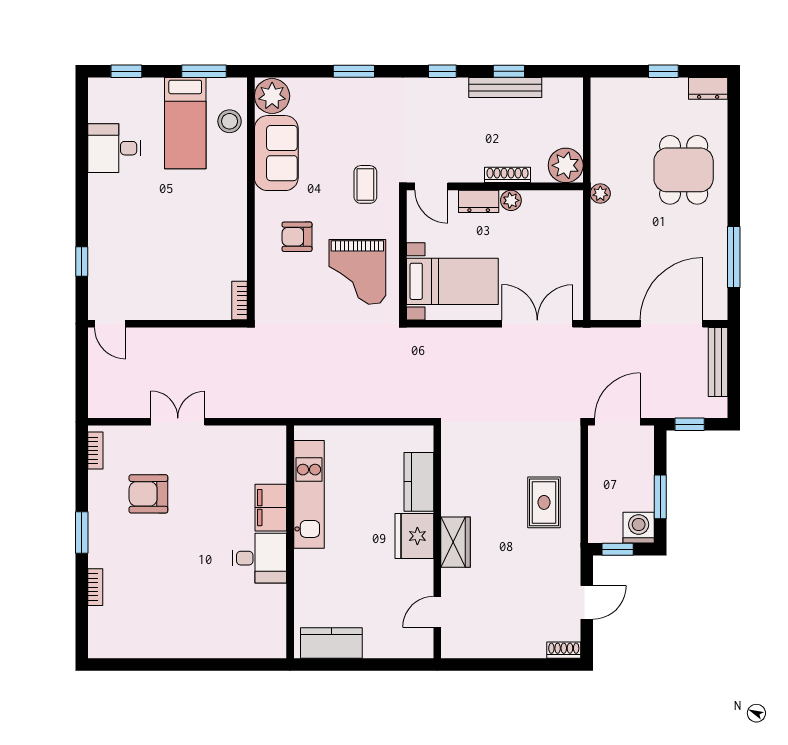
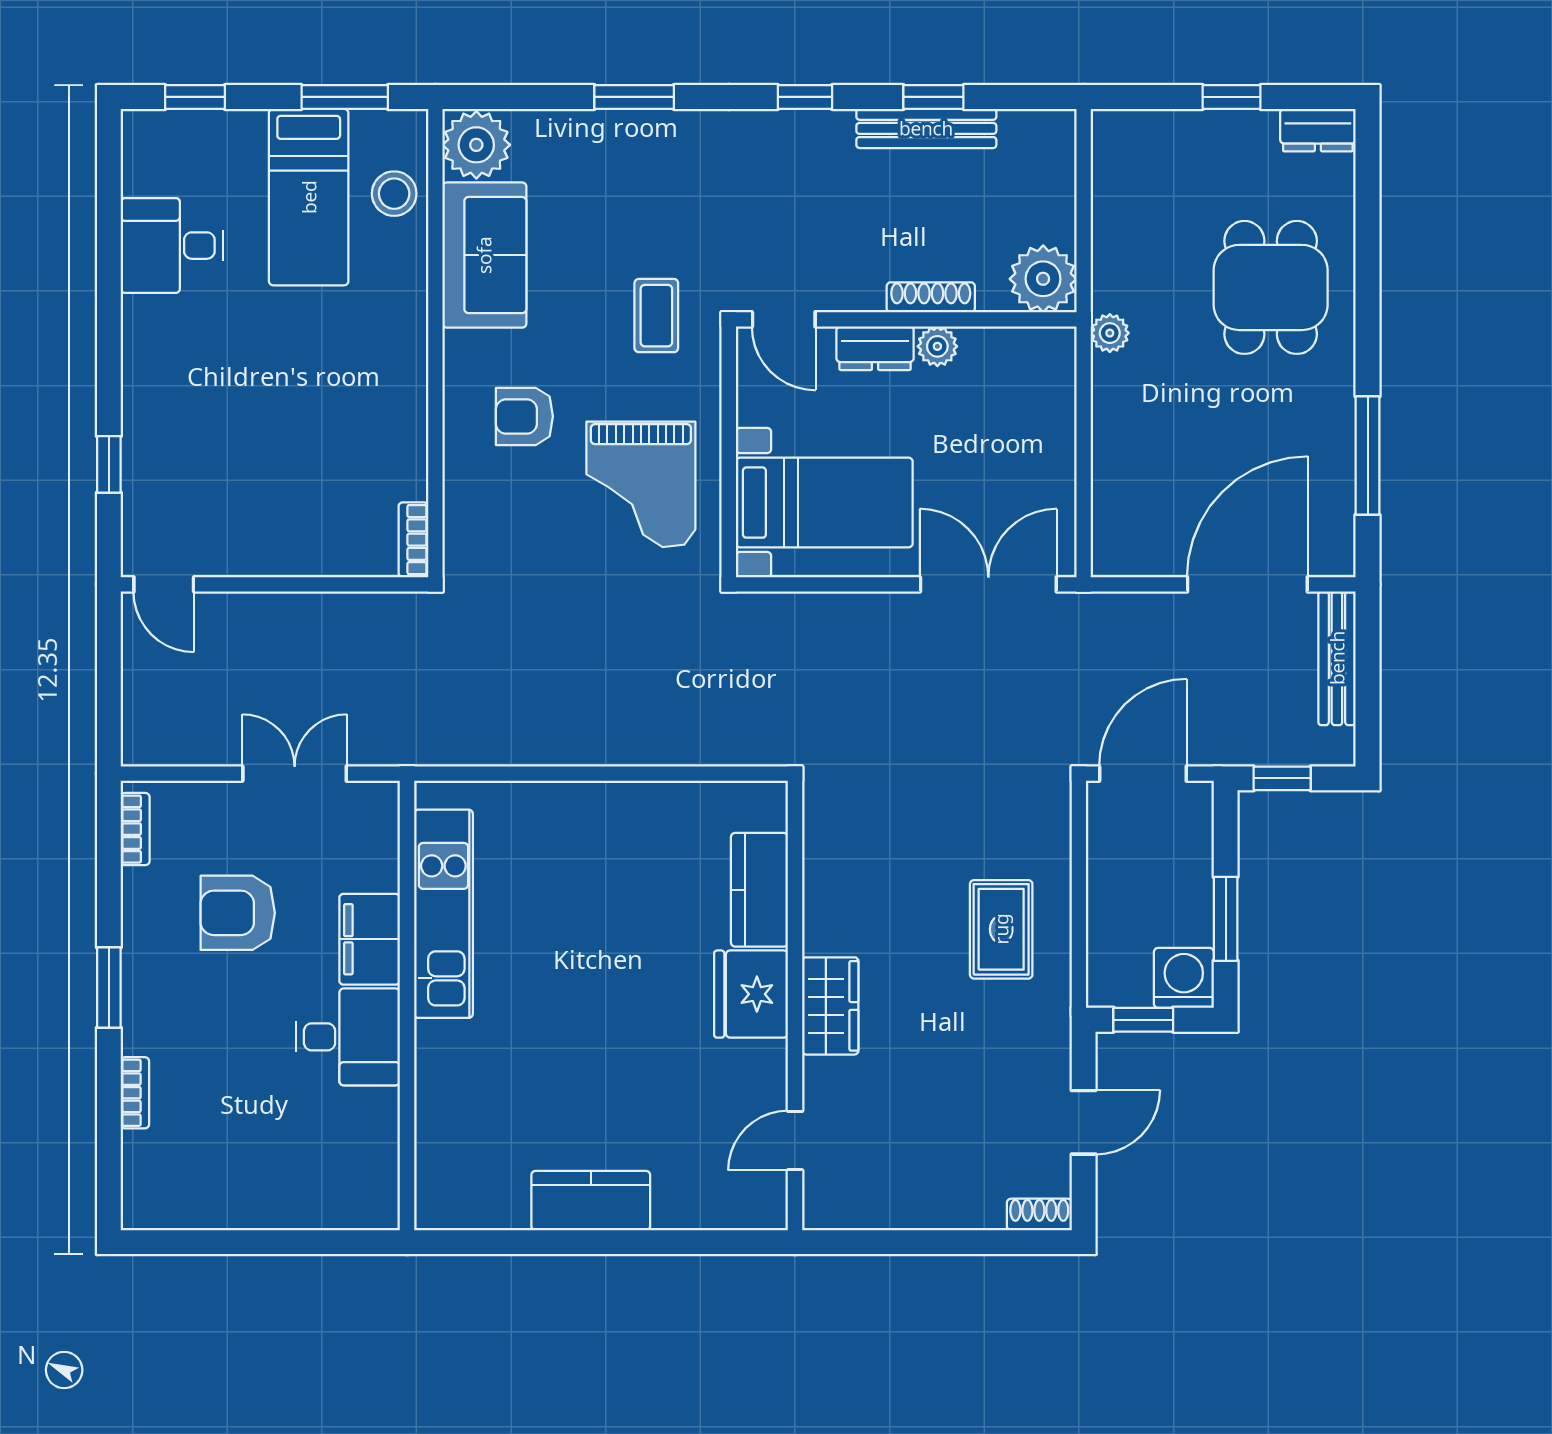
kitchen unit: (309, 494) -> (443, 914), moved
filing cabinet: (271, 508) -> (370, 939), moved
wall: (290, 542) -> (407, 1005), moved
desk: (259, 558) -> (348, 1037), moved

